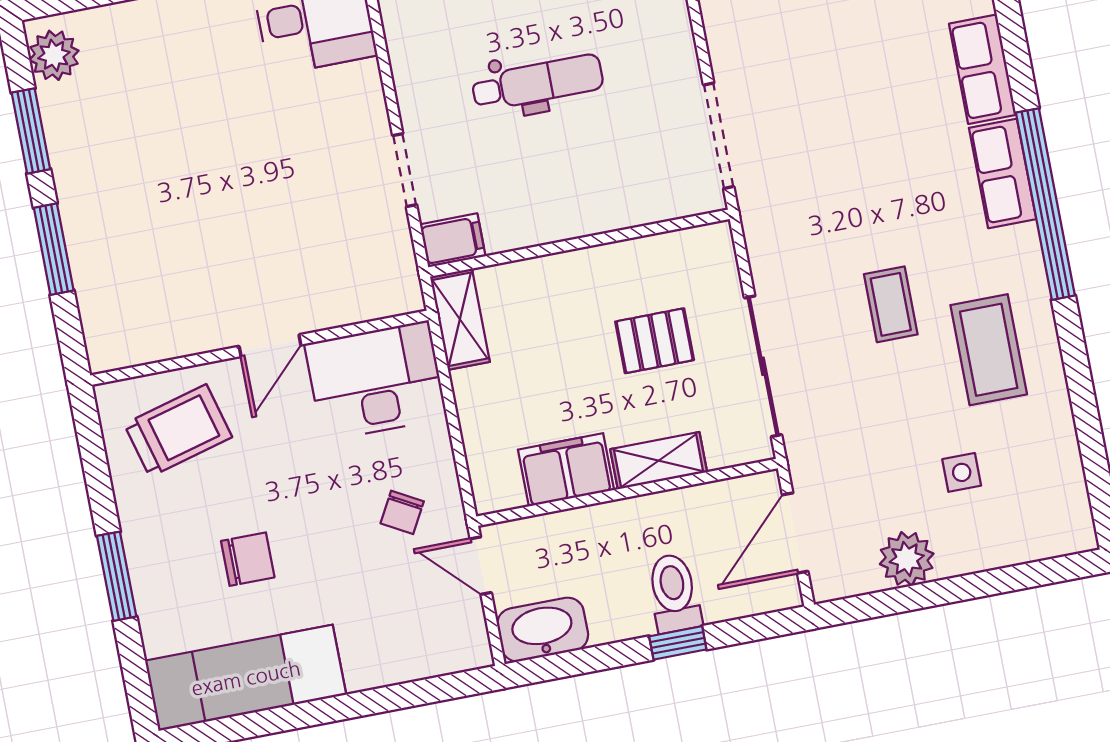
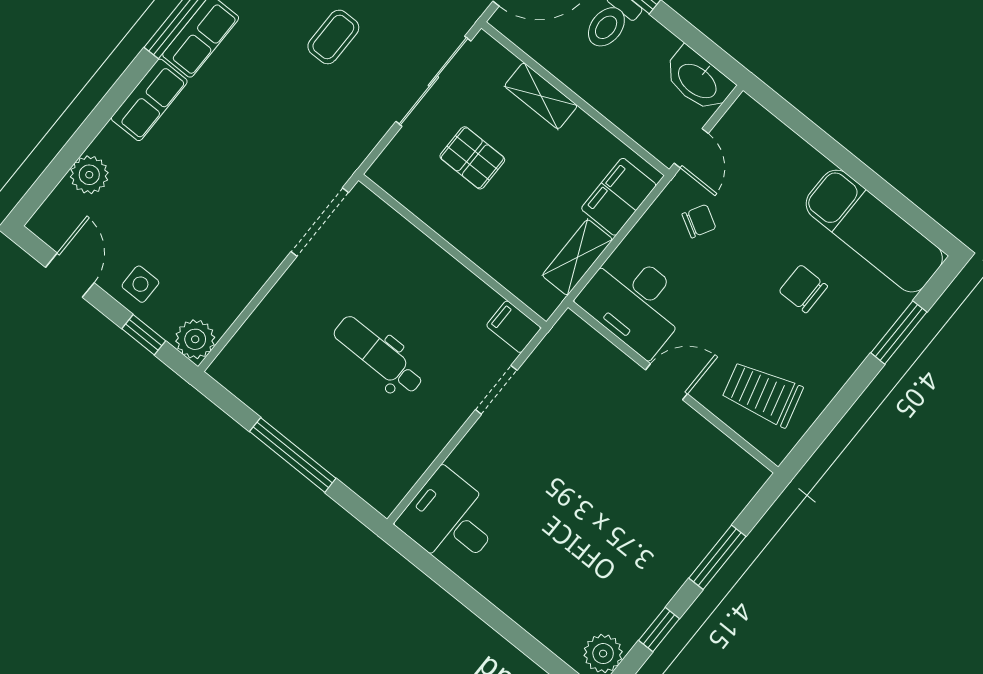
window: (31, 131) -> (659, 630), width x0.67
shelving: (460, 319) -> (577, 257), moved
filing cabinet: (566, 470) -> (619, 197), moved, turned 90
window: (117, 576) -> (899, 332), moved

